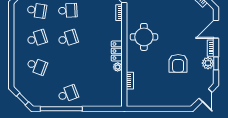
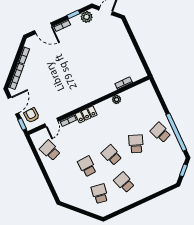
round table: (144, 37) -> (79, 89), removed
locker: (117, 51) -> (86, 114), moved
armchair: (178, 63) -> (89, 48), removed
plant: (208, 63) -> (87, 17), moved
school desk: (37, 66) -> (136, 144), moved

